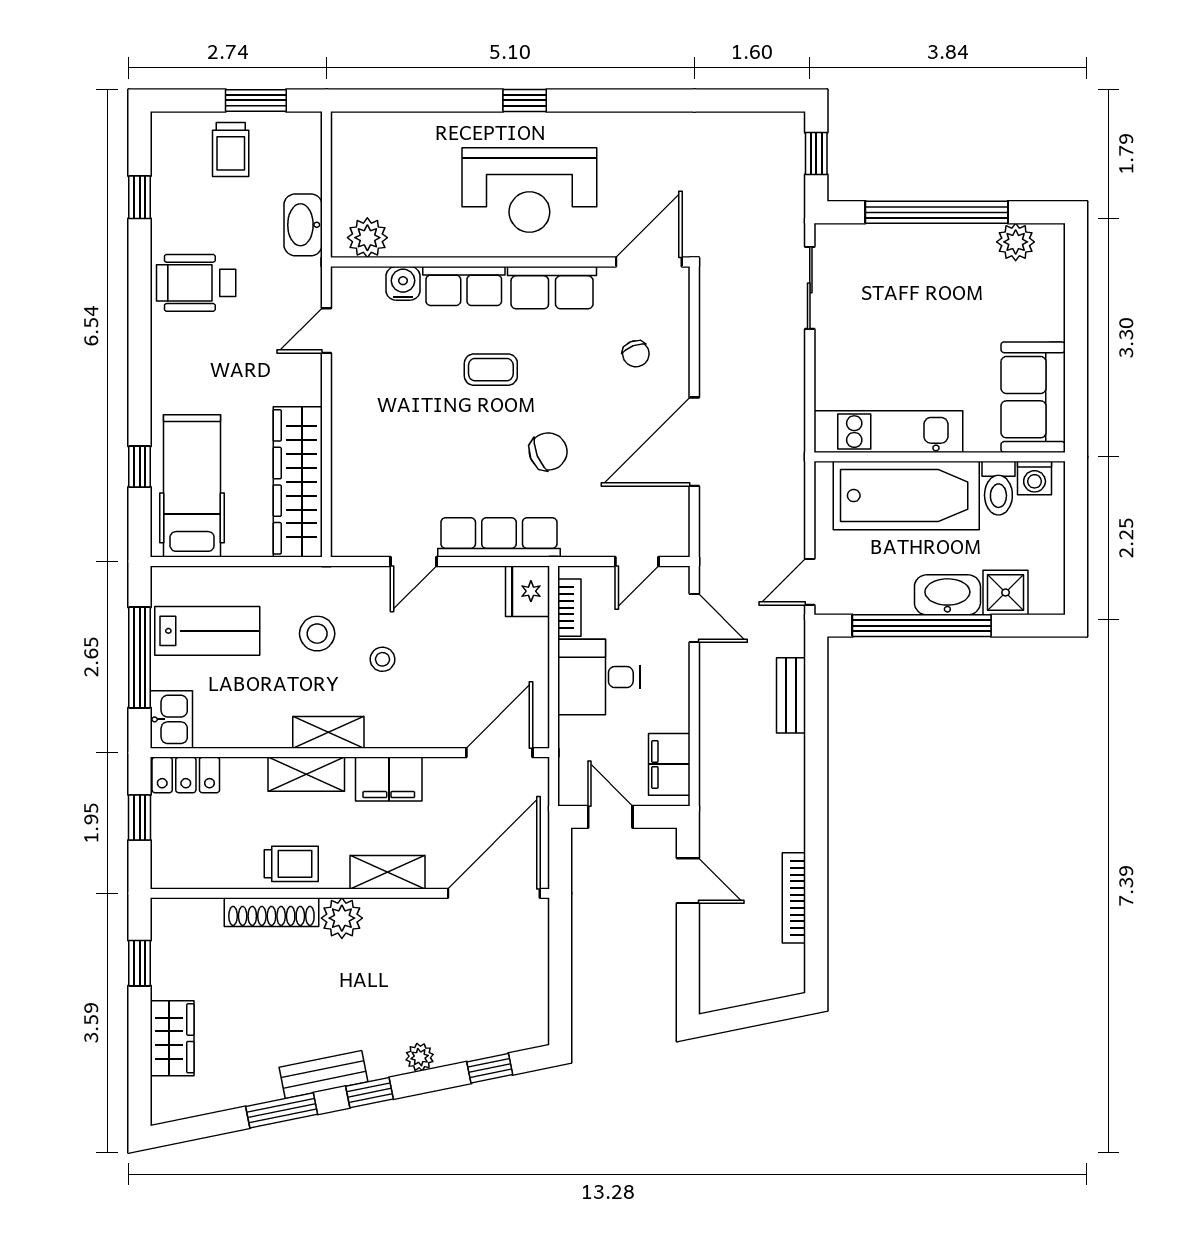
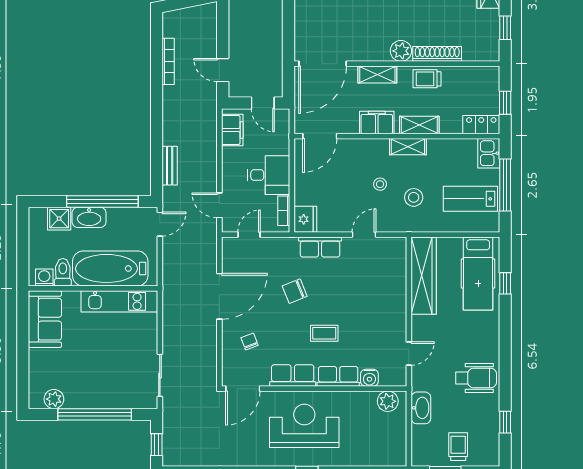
row of seats: (499, 537) -> (320, 247), width x0.68

